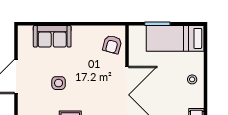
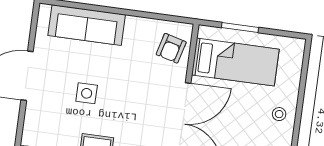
sofa: (52, 36) -> (87, 25), width x1.36
bed: (175, 38) -> (235, 62), moved, turned 180

